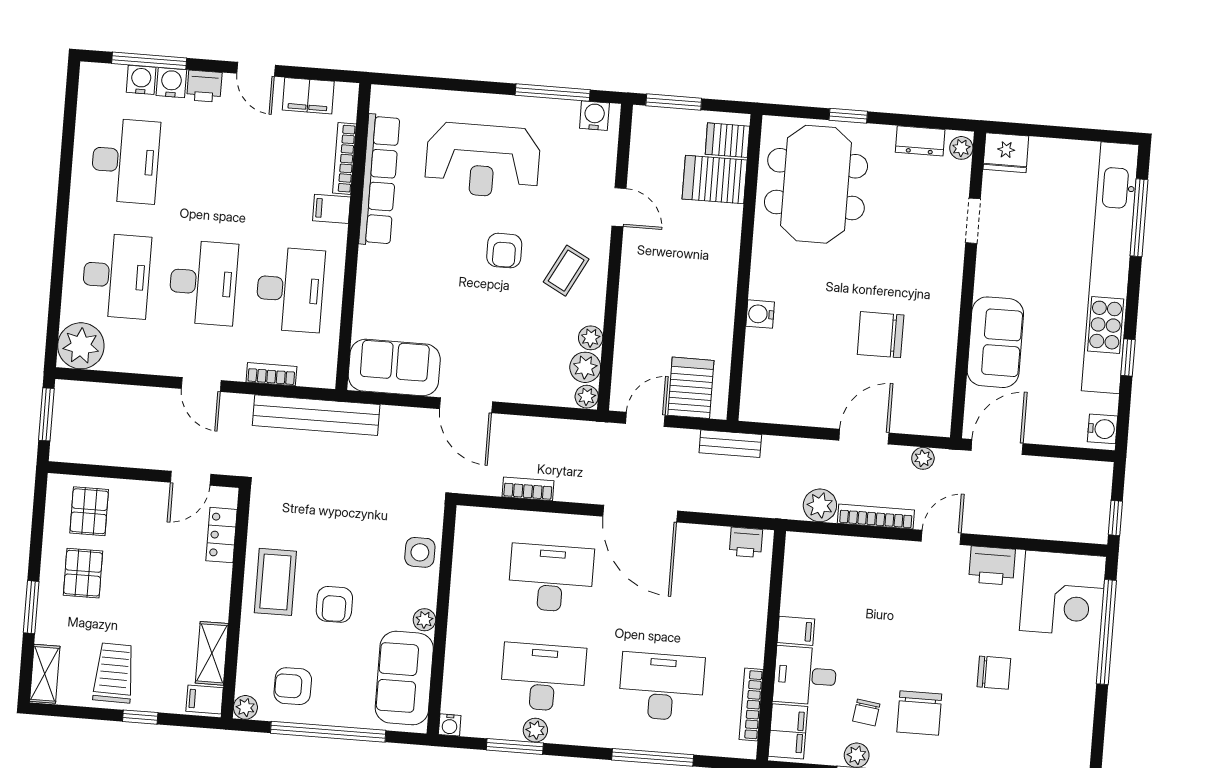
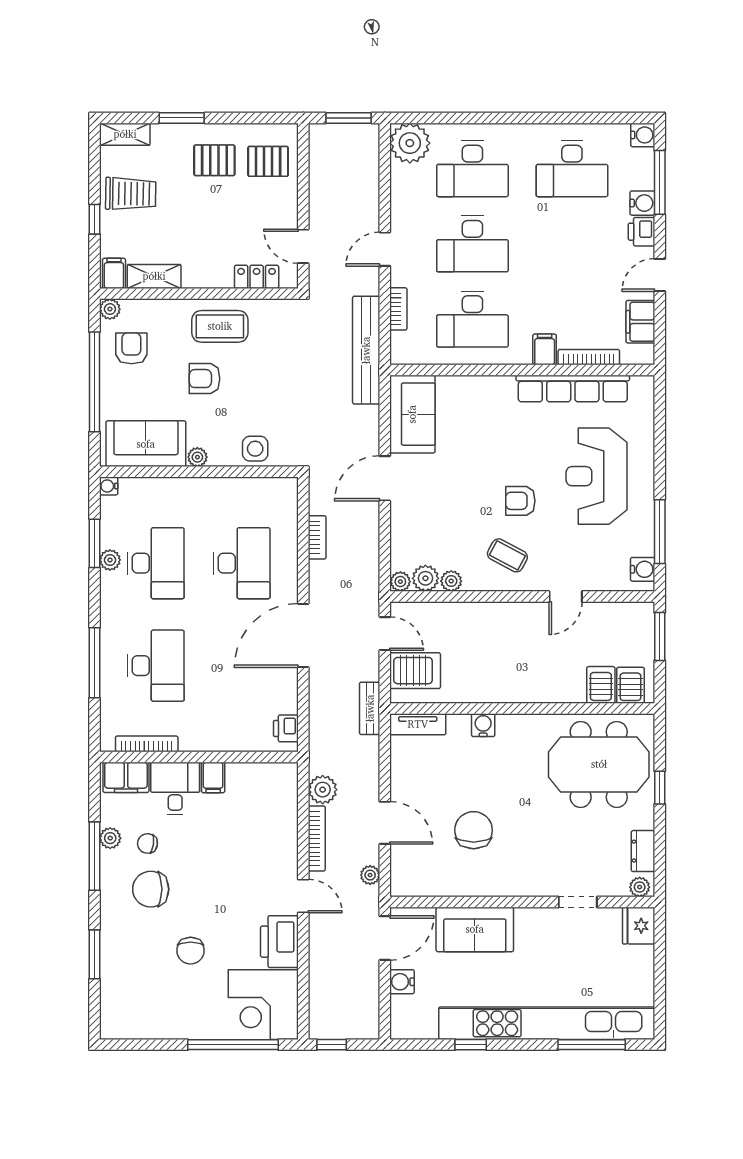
water cooler: (141, 80) -> (643, 135), moved
server rack: (715, 180) -> (601, 685), width x0.73, depth x0.70
tv unit: (753, 390) -> (418, 724), added
water cooler: (1102, 429) -> (402, 982), moved, turned 90
door: (997, 447) -> (385, 938), hinge flipped
printer: (992, 566) -> (279, 942), width x1.37, depth x1.19

